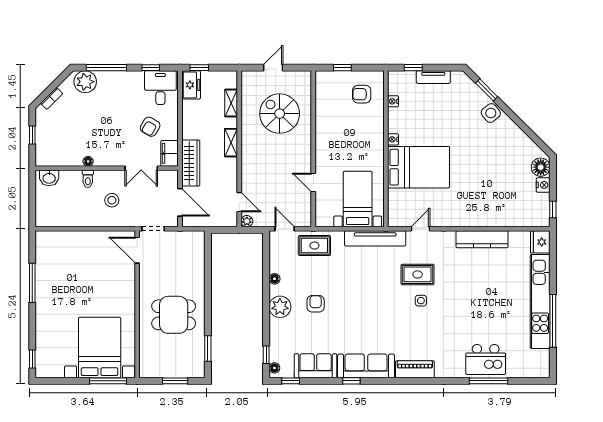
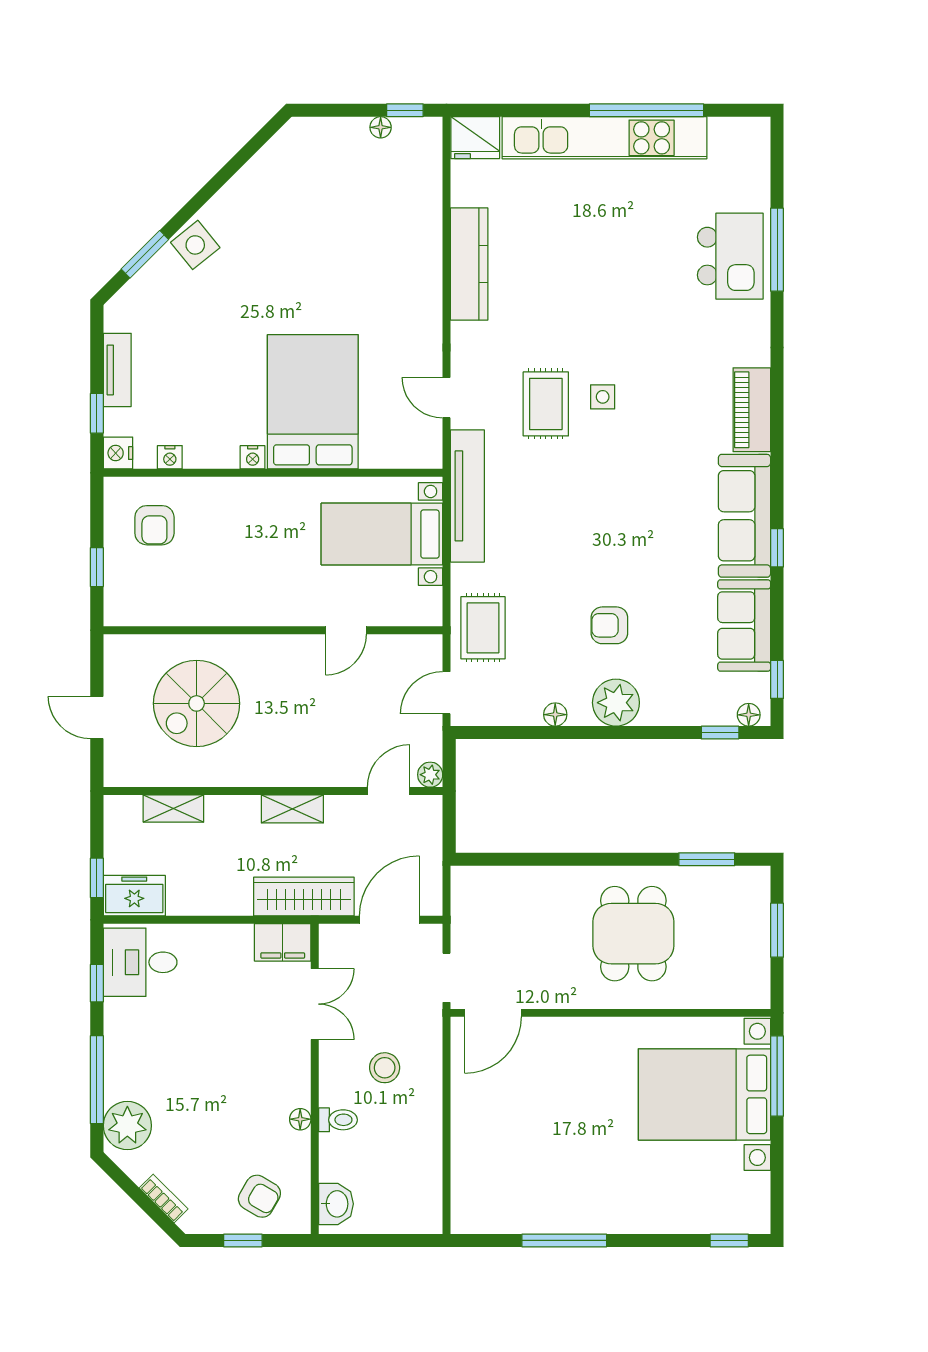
armchair: (150, 127) -> (259, 1196), moved
shelving: (231, 143) -> (292, 809), moved
floor lamp: (541, 167) -> (381, 127), moved, width x0.53, depth x0.53
nightstand: (543, 185) -> (118, 453), moved, turned -90

